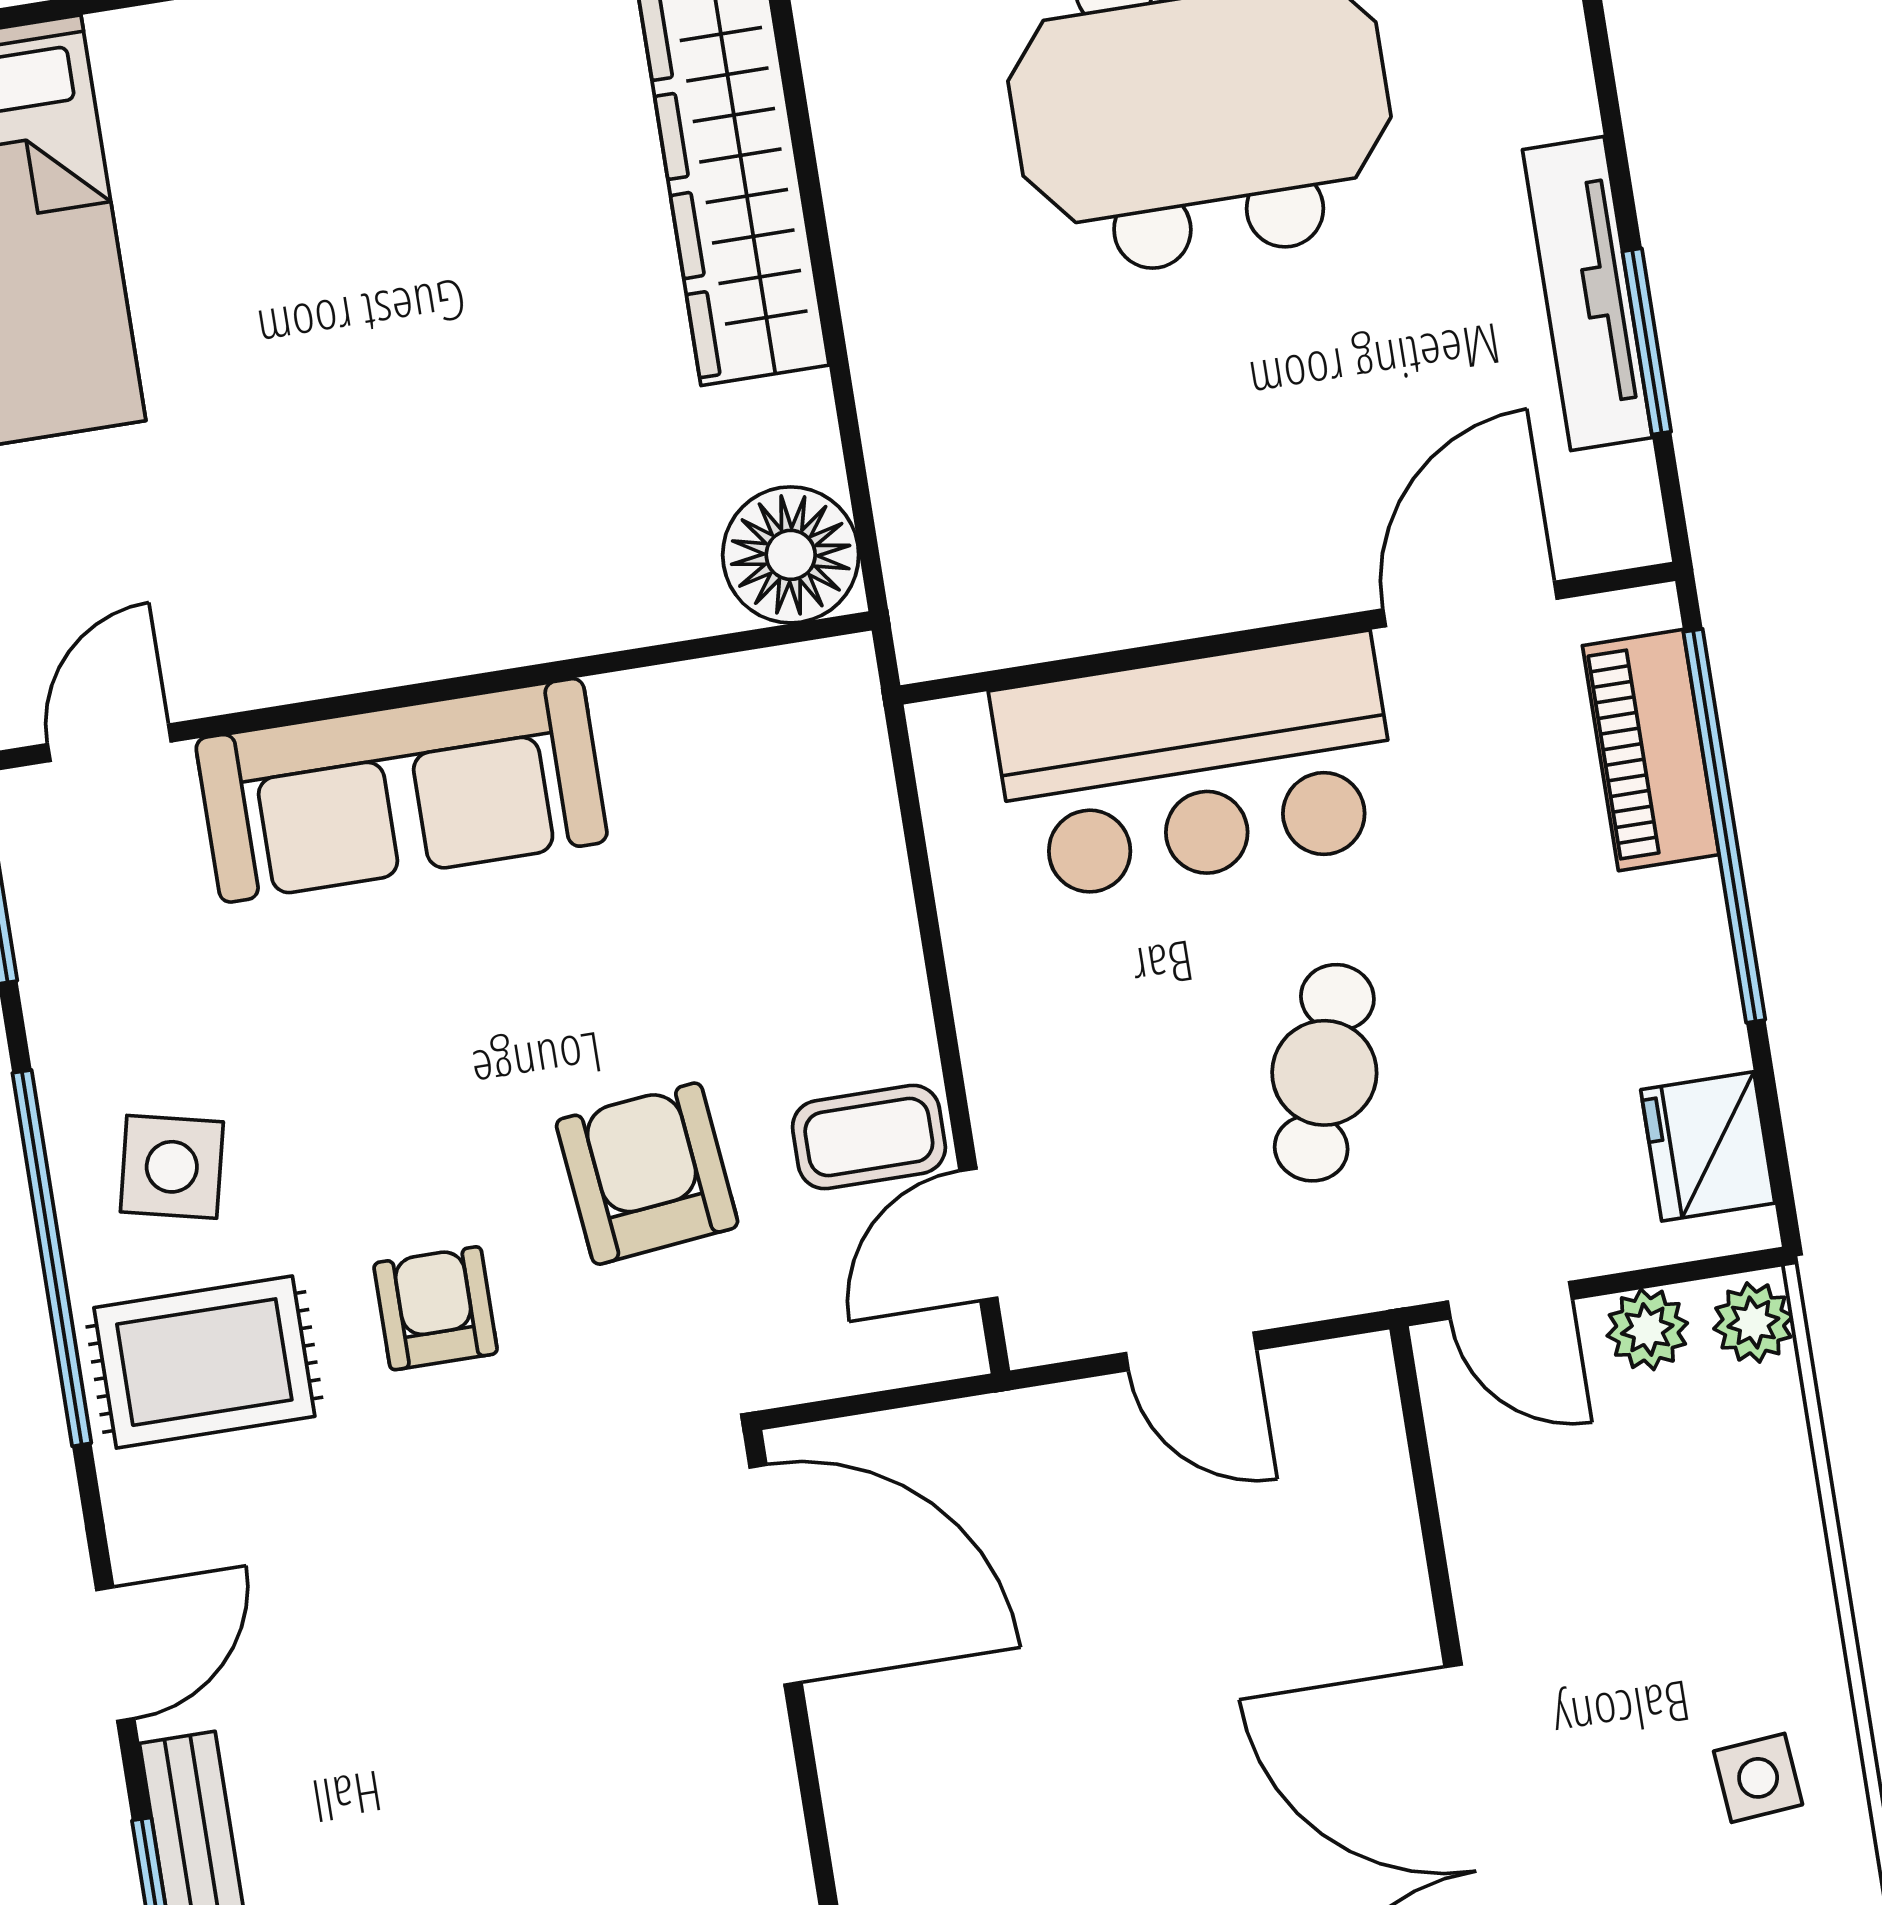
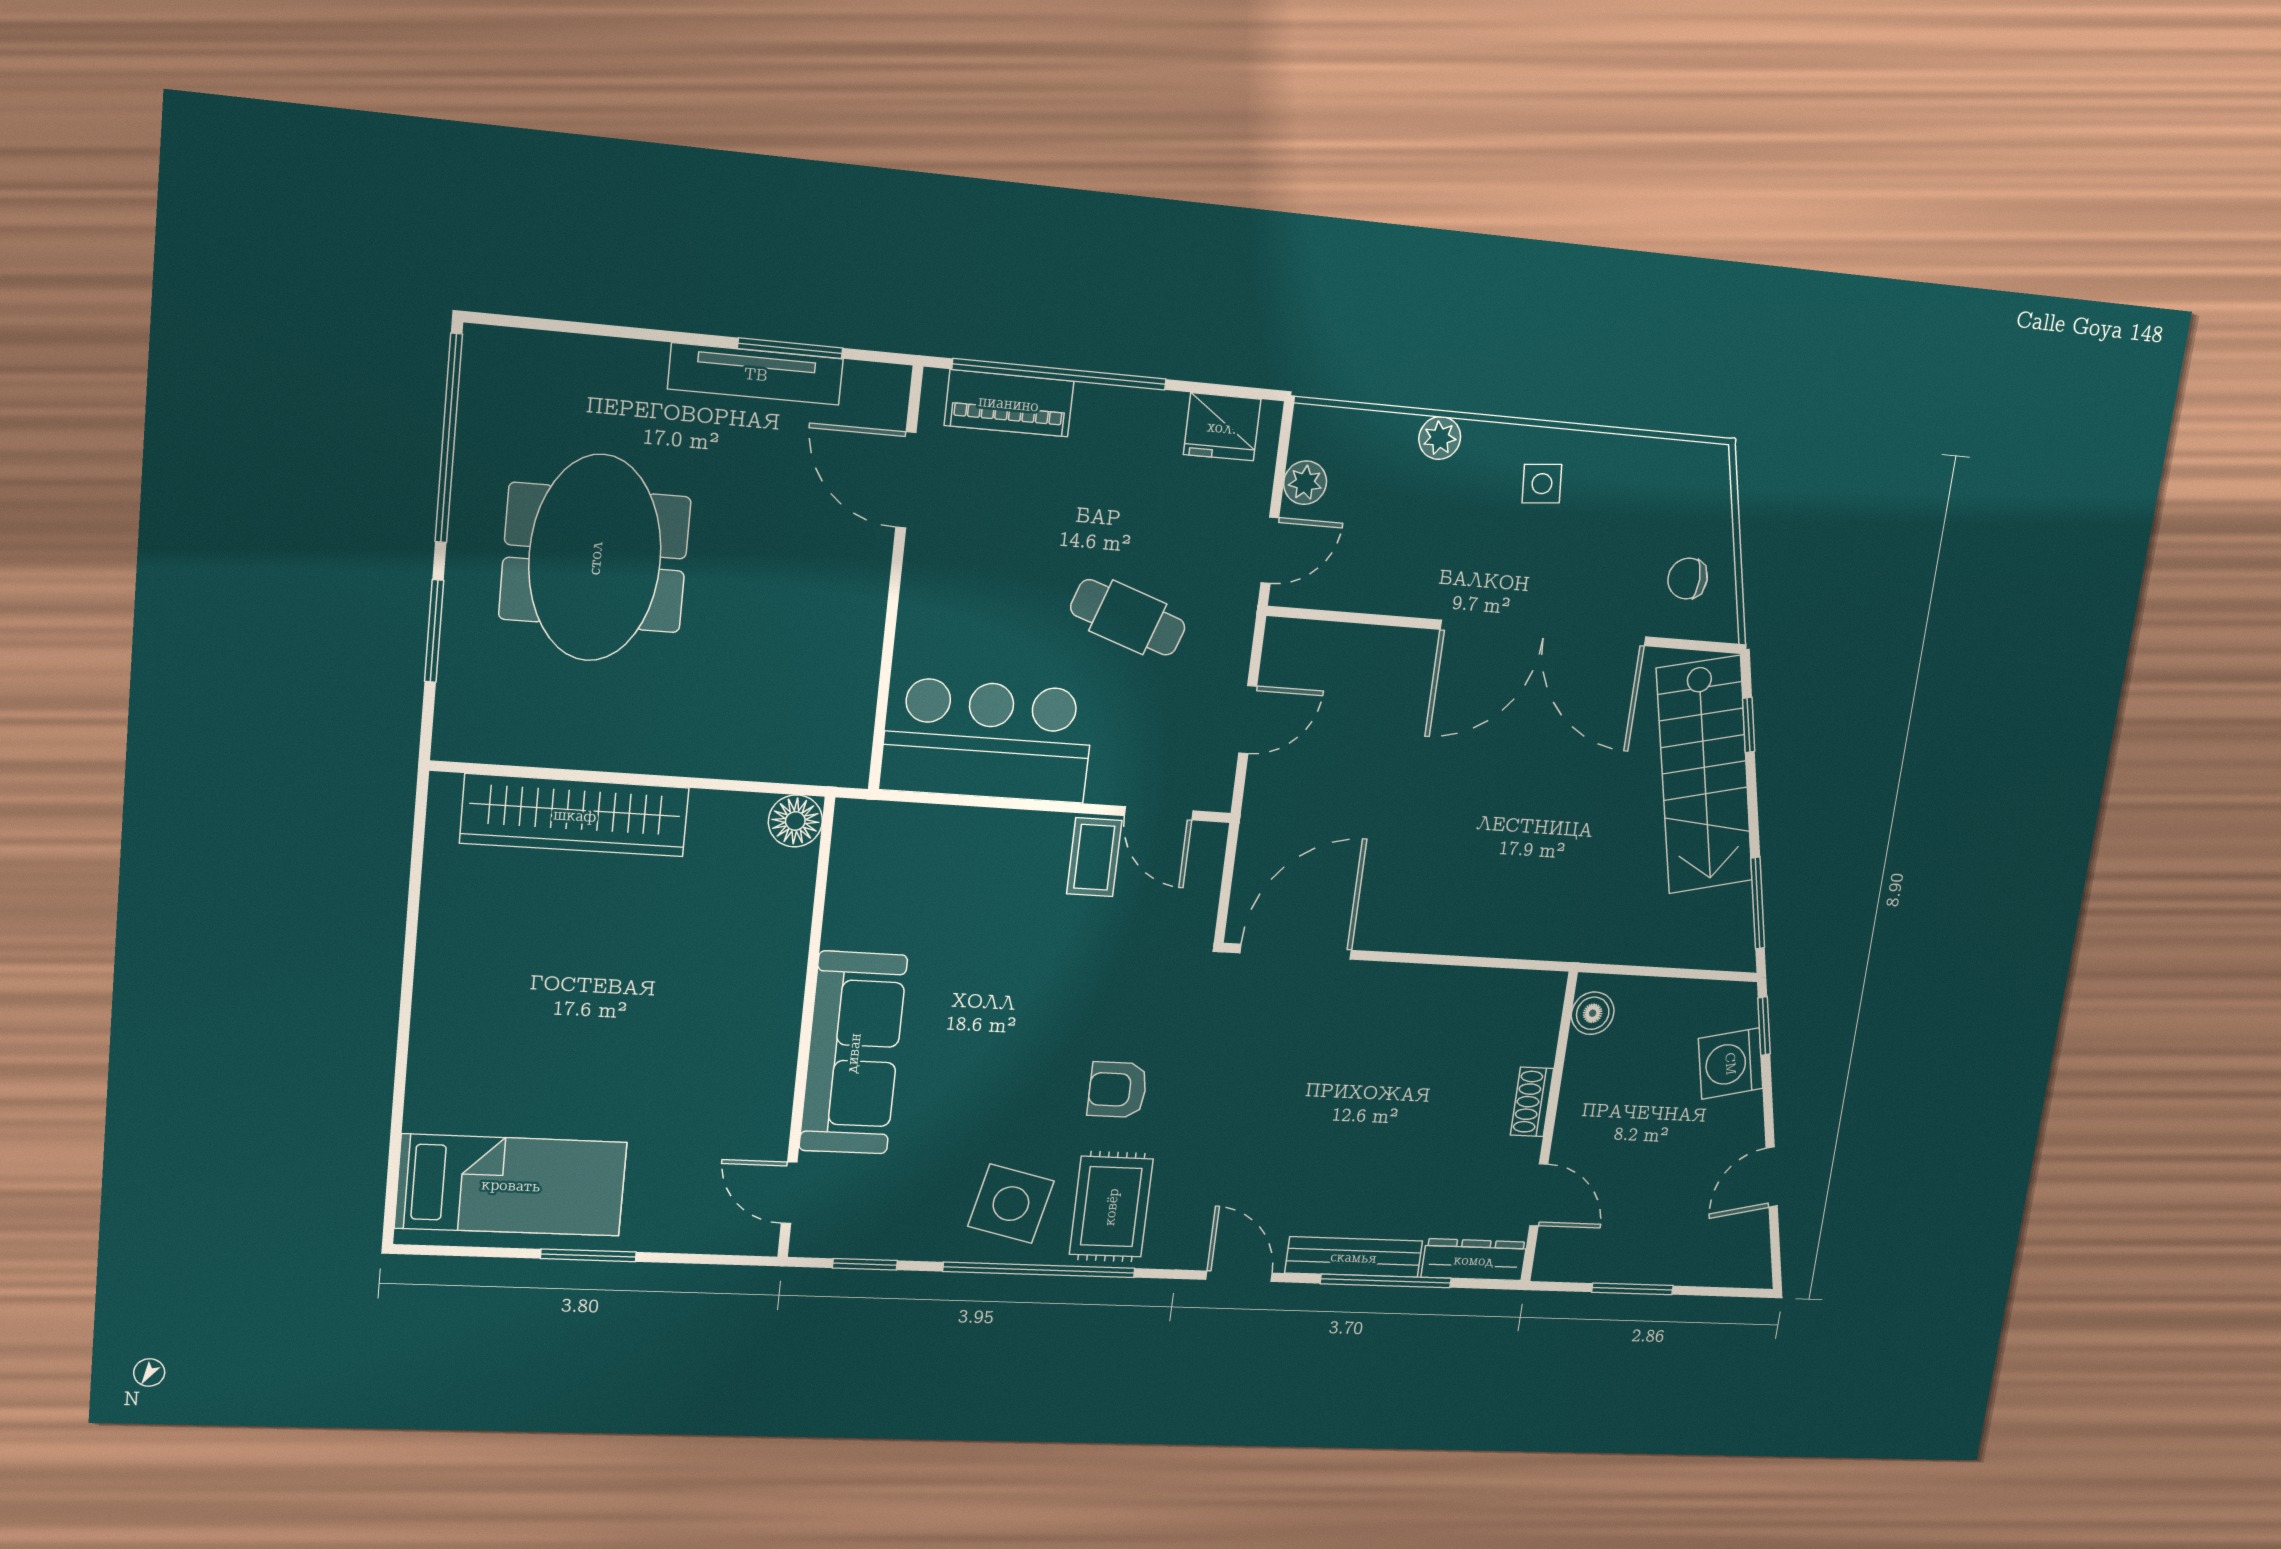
floor lamp: (791, 555) -> (795, 821), width x0.73, depth x0.73
bar counter: (1196, 767) -> (988, 740), moved, turned -90
side table: (172, 1167) -> (1011, 1204), width x1.37, depth x1.37
armchair: (647, 1174) -> (1081, 972), removed
plant: (1753, 1323) -> (1440, 438), moved

